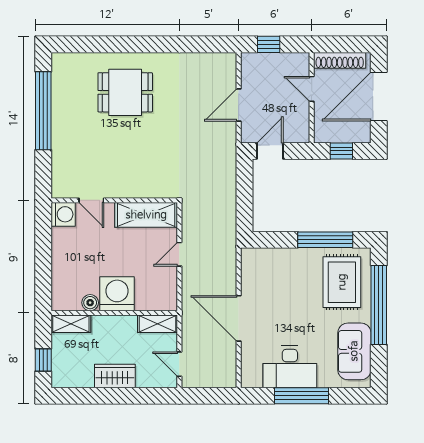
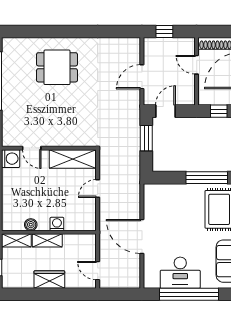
window: (245, 187) -> (146, 138), added
washing machine: (117, 294) -> (57, 224), width x0.53, depth x0.53
shelving: (158, 324) -> (47, 240), moved
window: (302, 396) -> (189, 294), width x1.46

